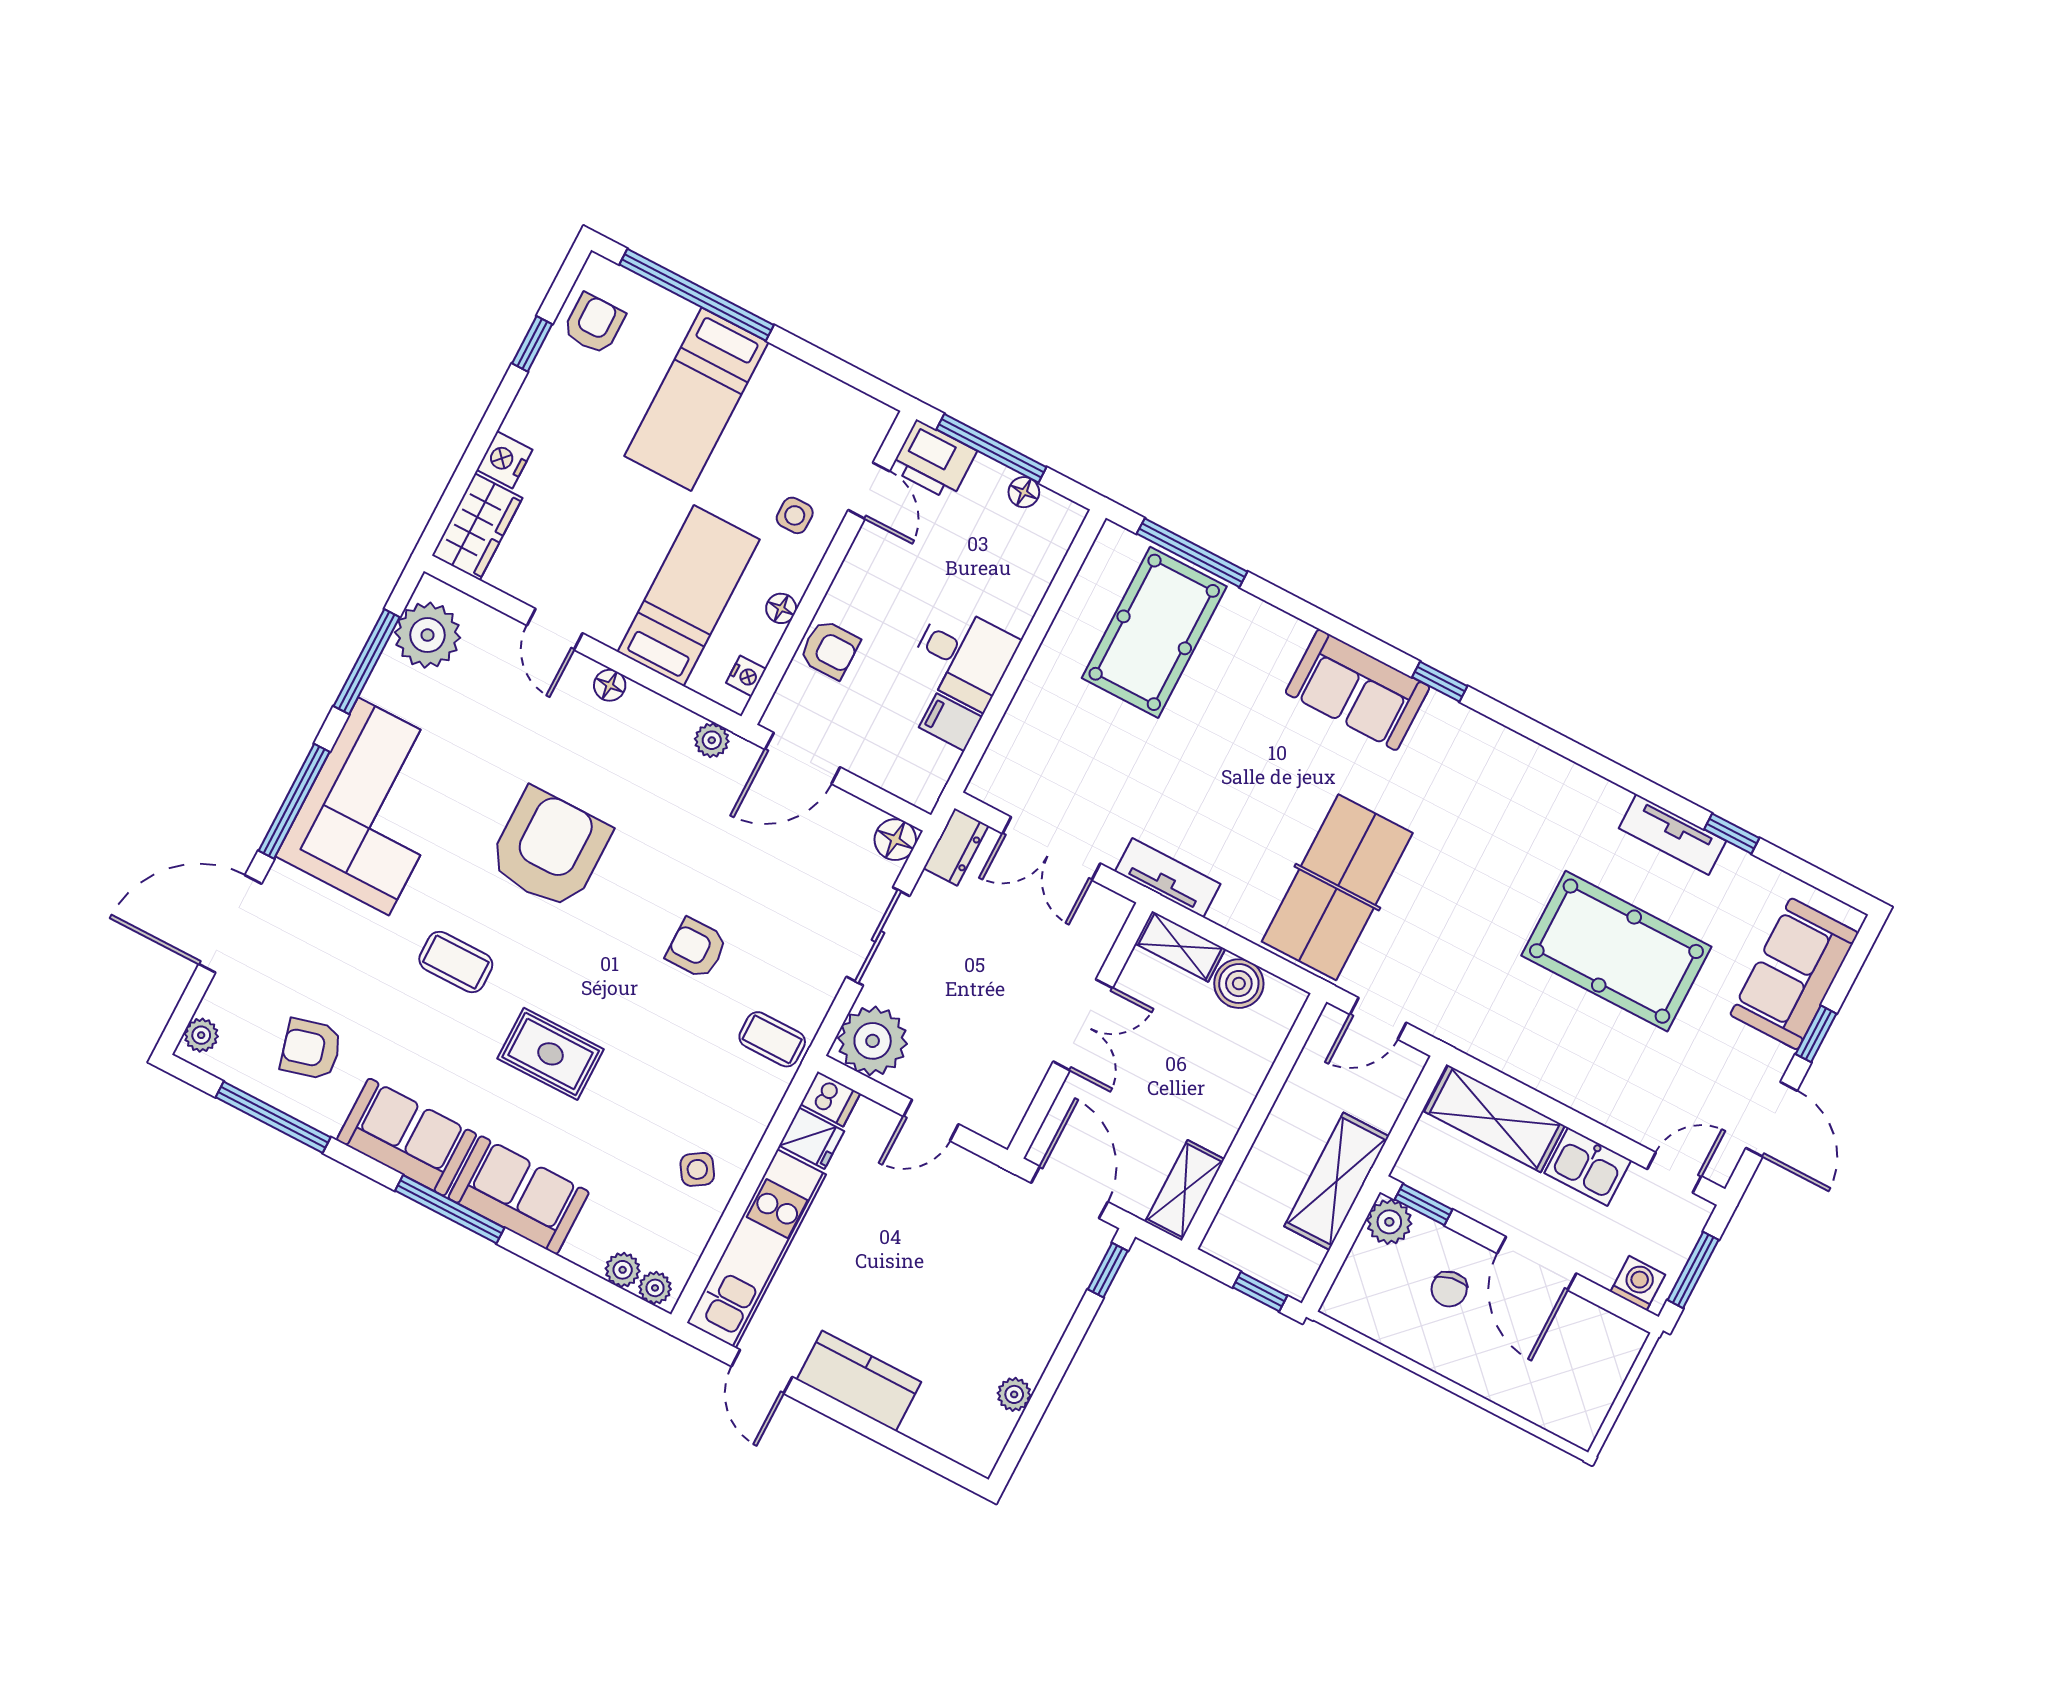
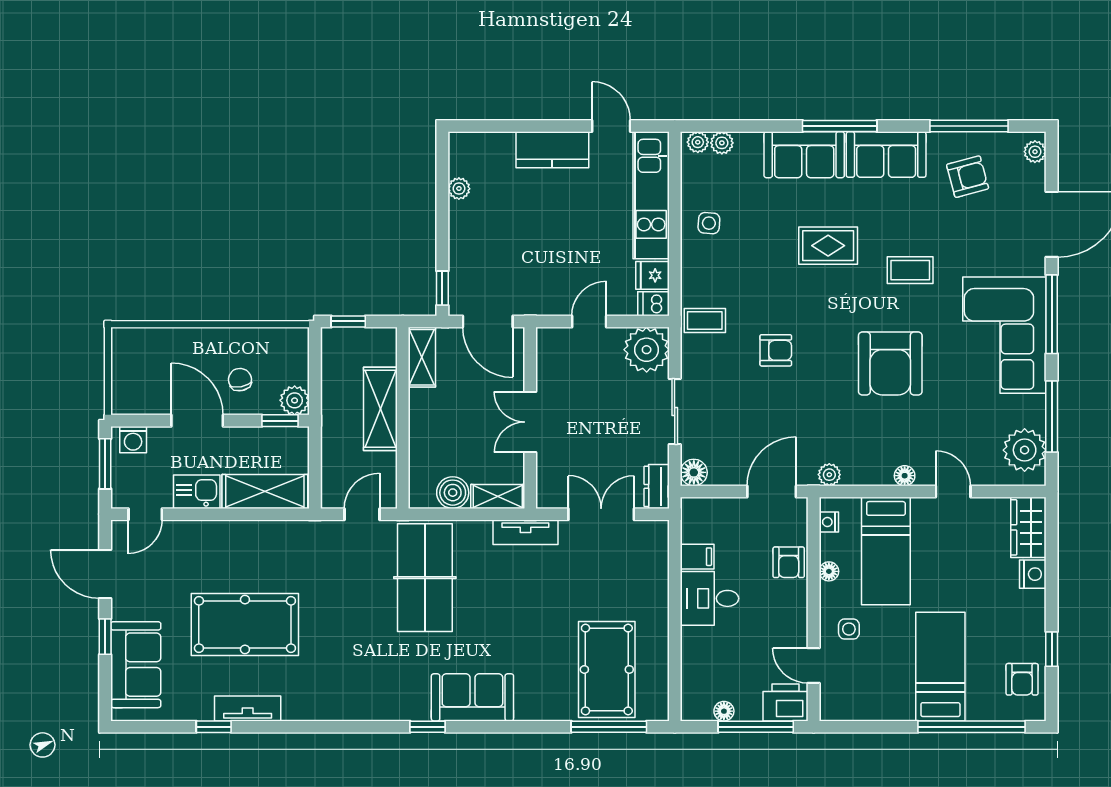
armchair: (830, 649) -> (789, 562), turned -90
side table: (697, 1169) -> (709, 223), turned 37
shelving: (1337, 1181) -> (380, 409), moved

